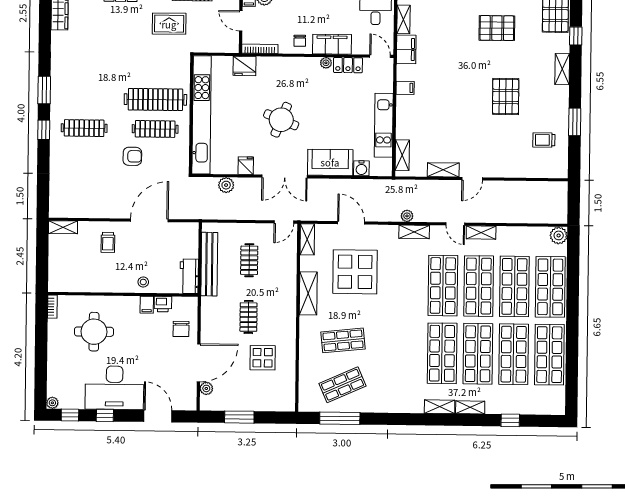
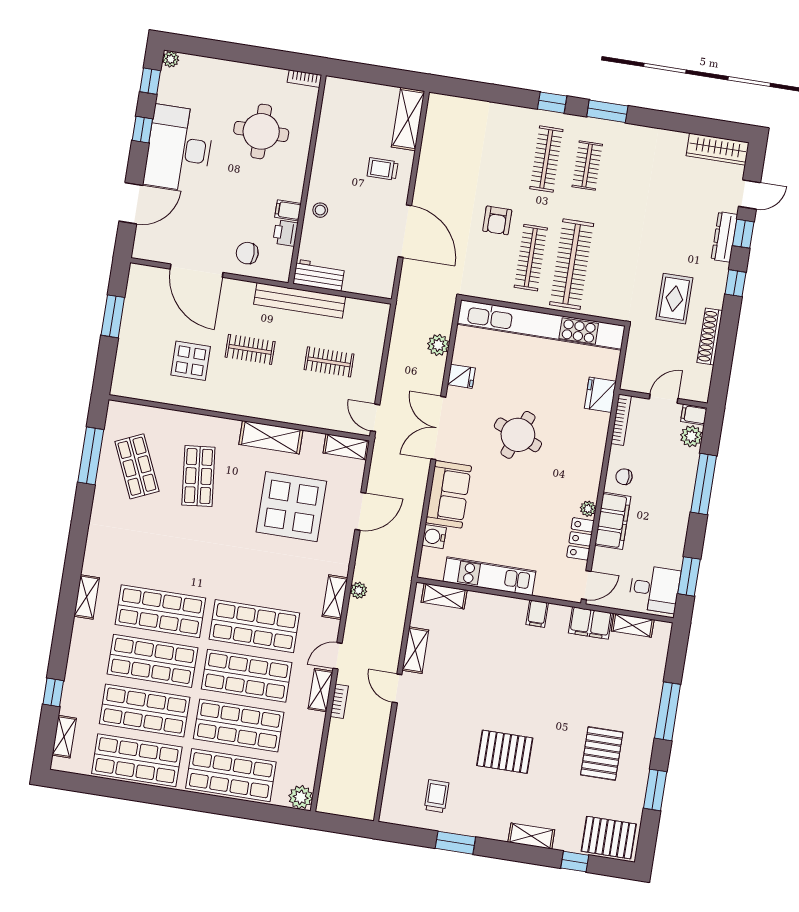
clothes rail: (84, 99) -> (587, 165), added
bookcase: (487, 218) -> (339, 701), added
shelving: (63, 227) -> (408, 119), width x1.50, depth x1.33
bench: (209, 264) -> (300, 300), moved
plant: (206, 388) -> (159, 276), removed
shelving: (470, 407) -> (64, 737), moved

